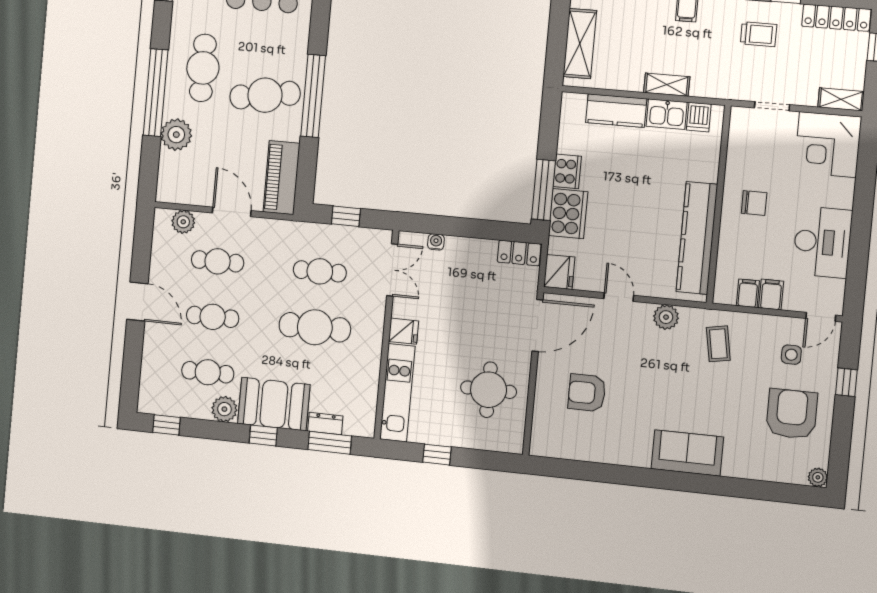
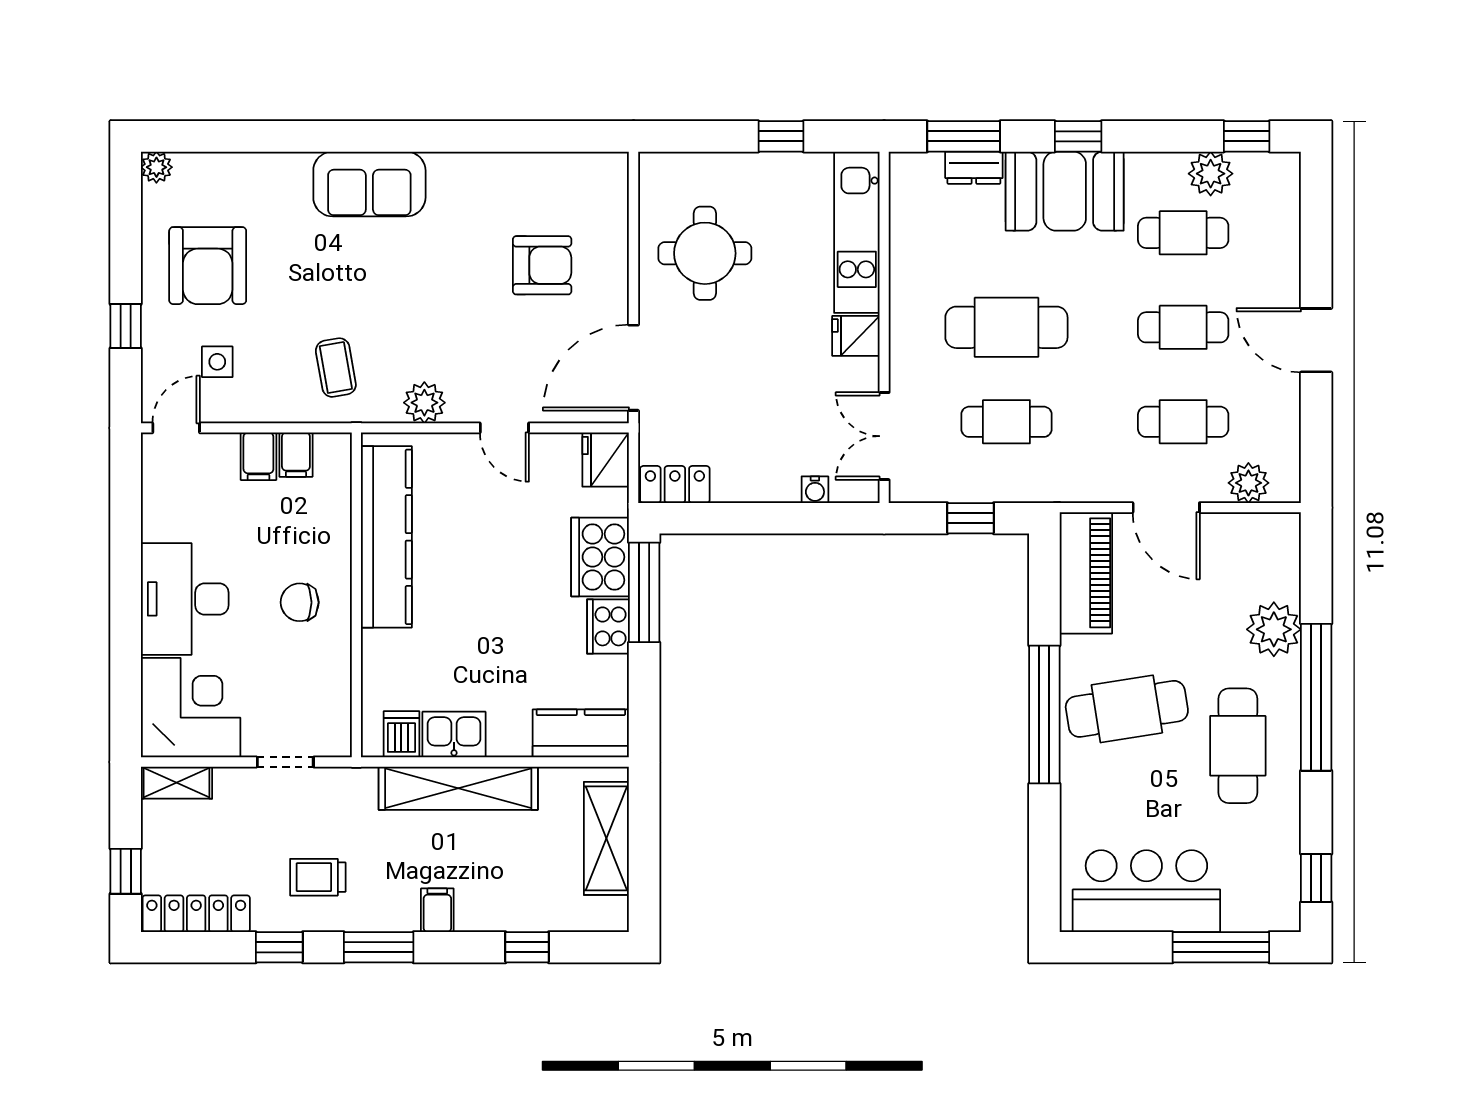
shelving: (667, 85) -> (458, 788), width x2.20, depth x1.33
kitchen counter: (616, 111) -> (581, 733), moved
desk: (822, 242) -> (185, 599), moved
plant: (224, 409) -> (1211, 174), moved

